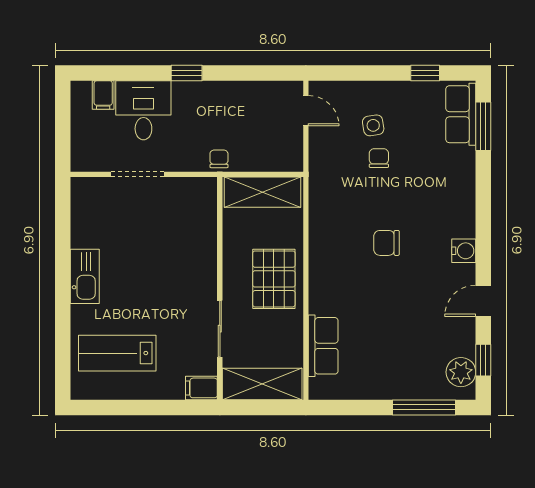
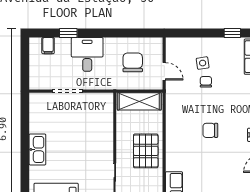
window: (187, 73) -> (68, 33), moved
desk: (143, 110) -> (87, 54), moved
door: (306, 111) -> (164, 71), moved
chair: (219, 159) -> (133, 62), moved, width x1.87, depth x1.87

